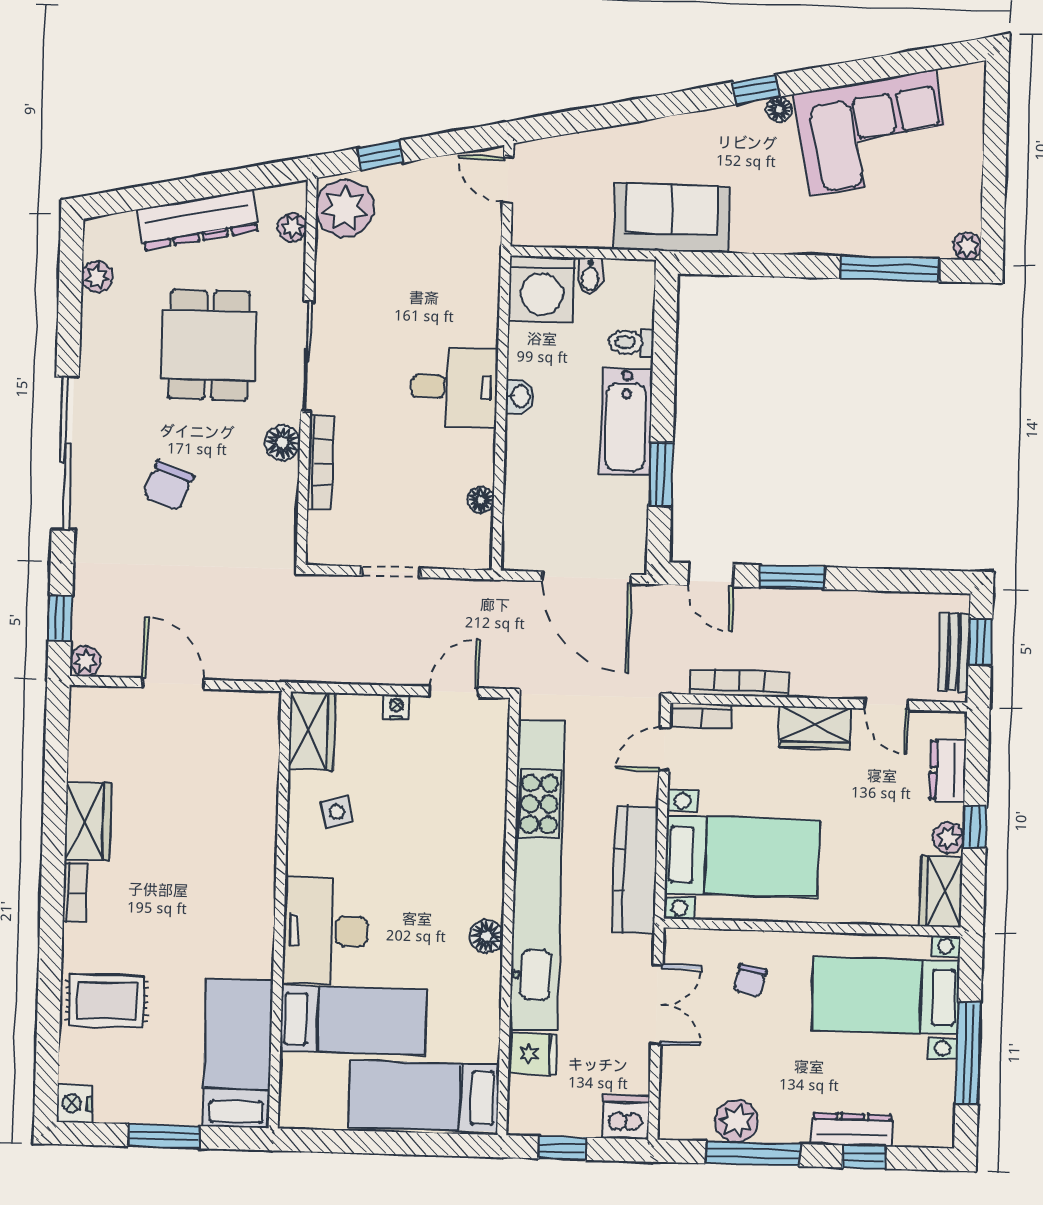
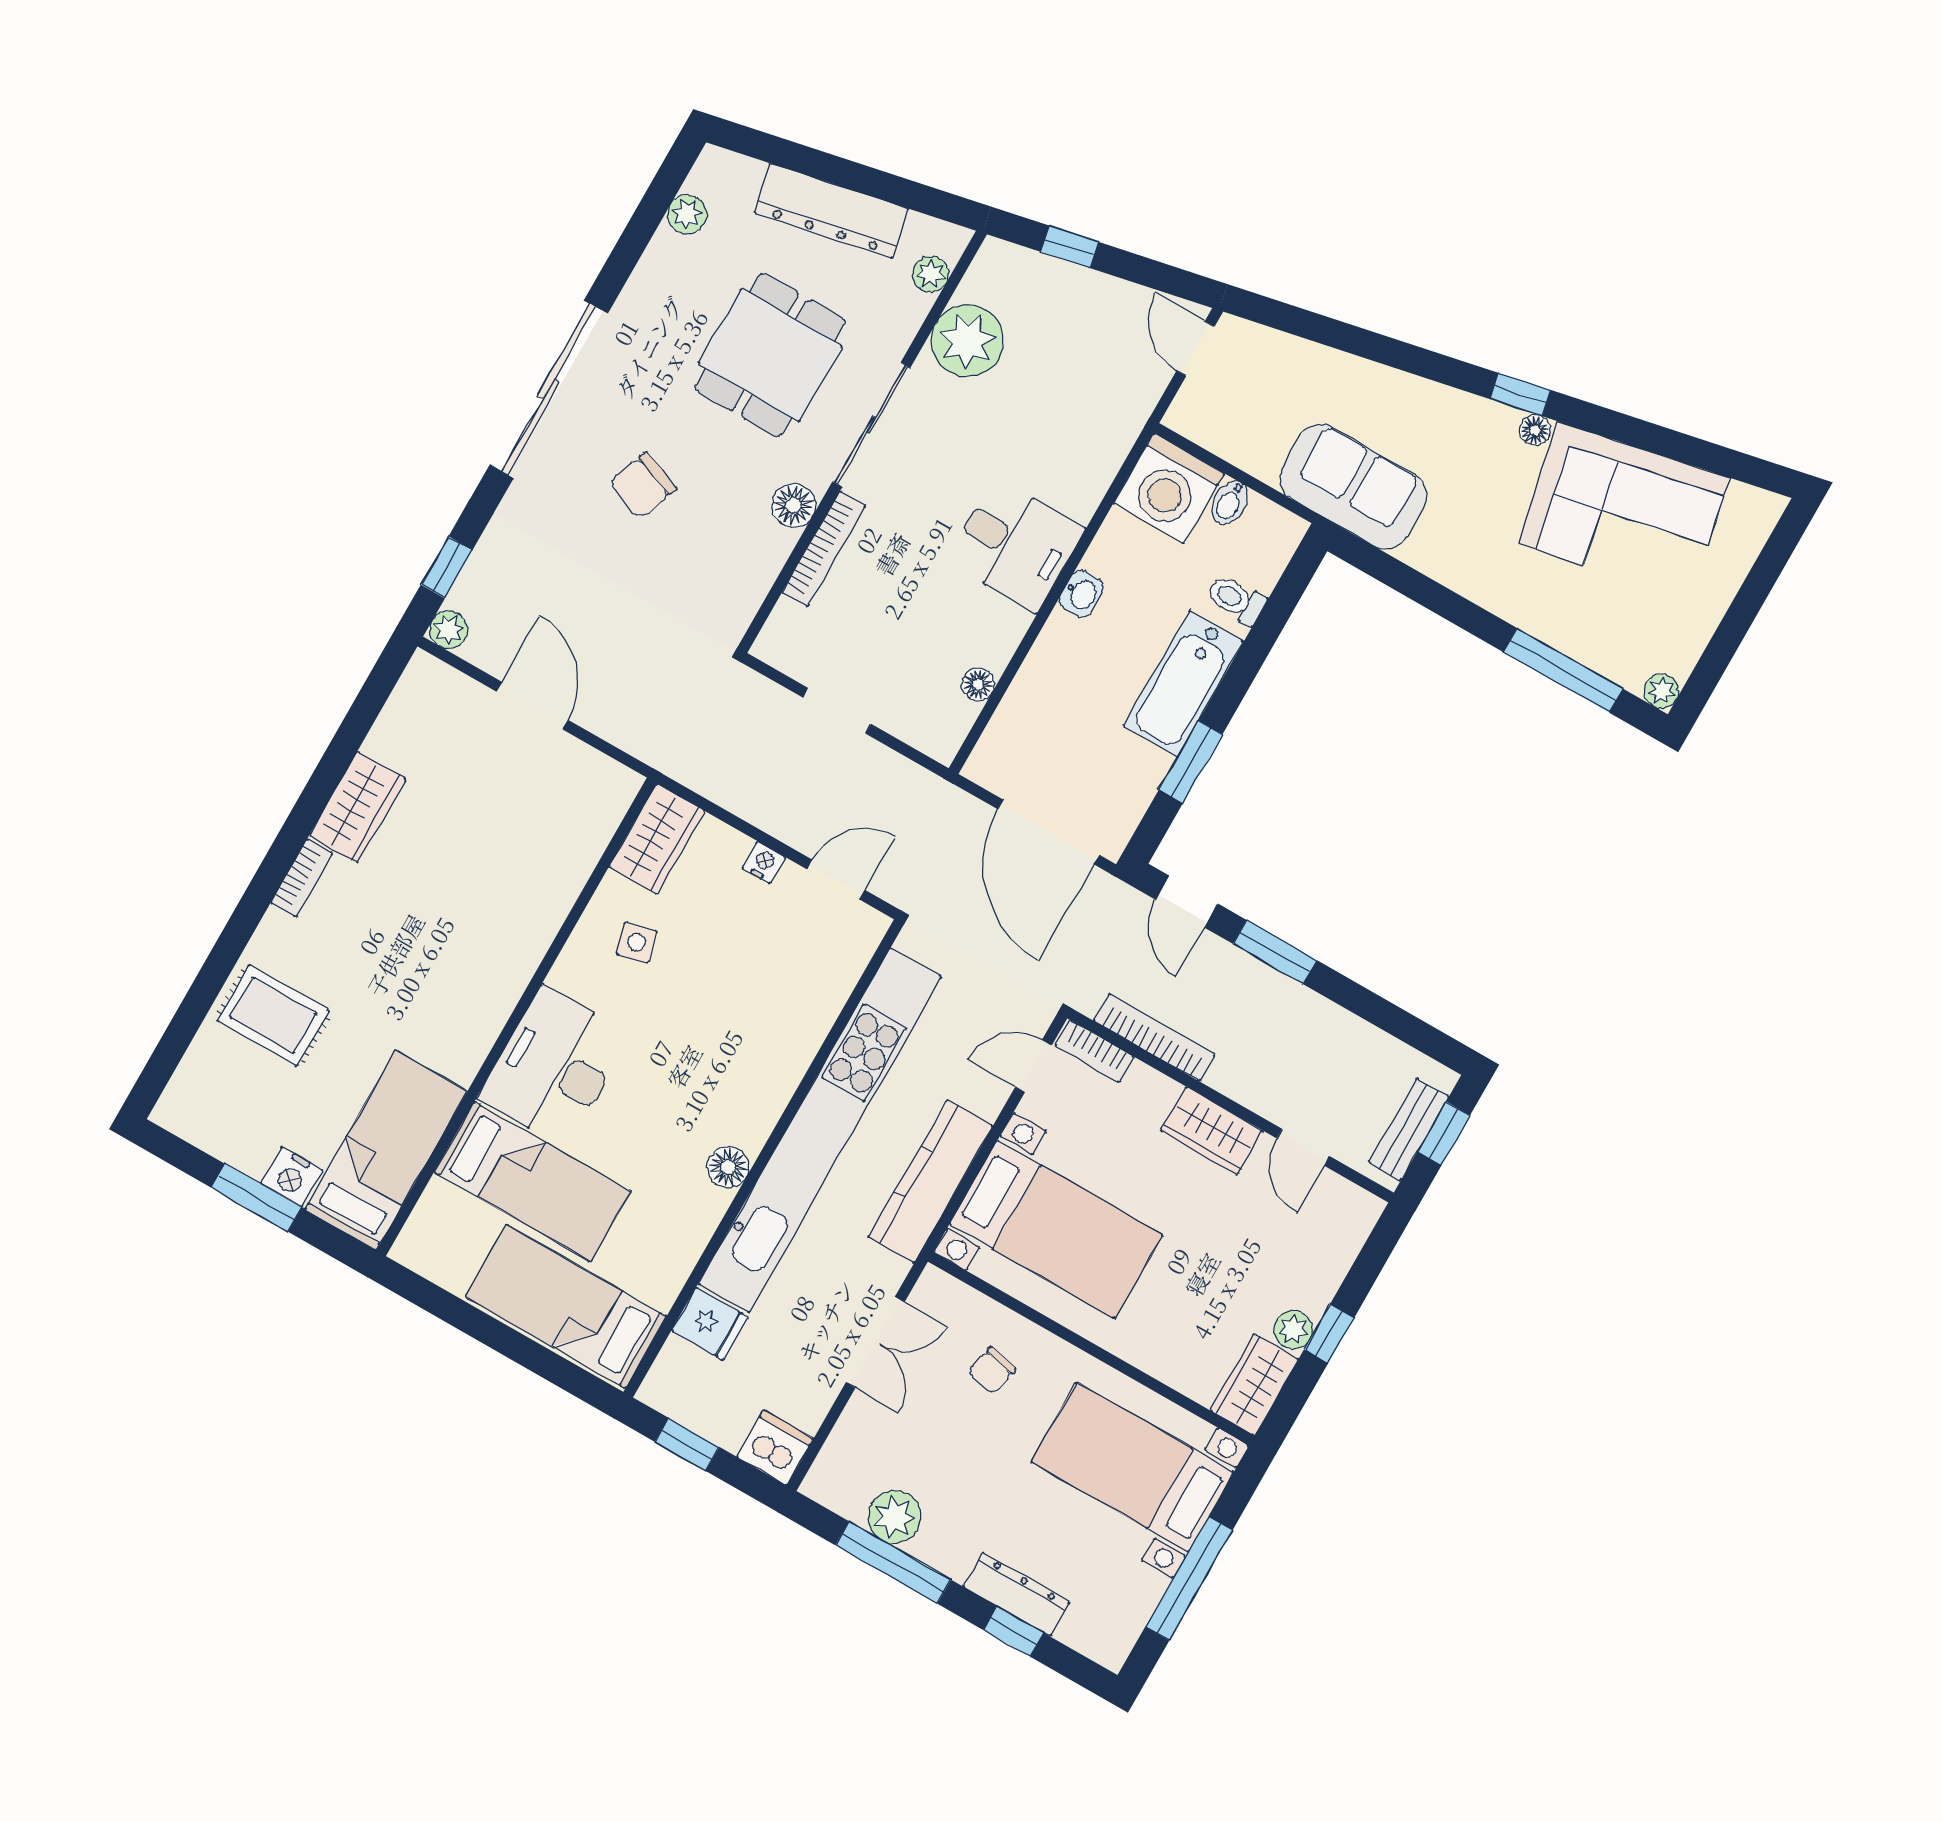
plant: (345, 208) -> (967, 341), moved
dresser: (948, 770) -> (1333, 1255), removed
nightstand: (74, 1103) -> (292, 1177), moved, turned -90

